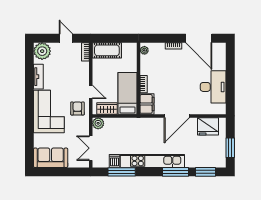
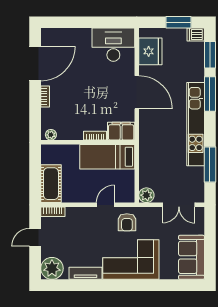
desk: (213, 87) -> (113, 45), moved
armchair: (77, 108) -> (127, 222), turned -90
wardrobe: (107, 108) -> (127, 184), removed
dishwasher: (114, 161) -> (196, 35), moved

